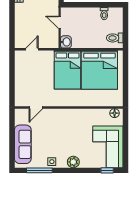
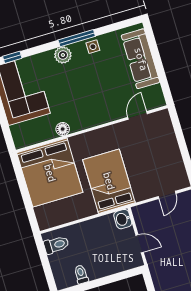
bed: (99, 70) -> (50, 173), moved, turned 180
floor lamp: (115, 113) -> (63, 129), moved
window: (39, 170) -> (77, 38), moved

